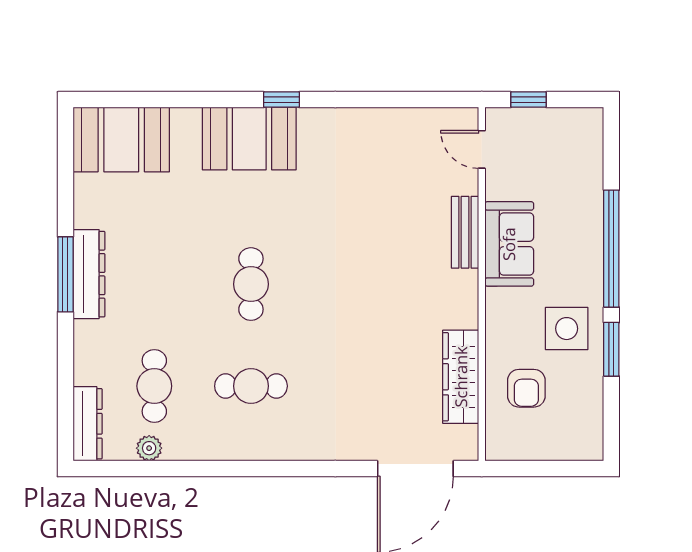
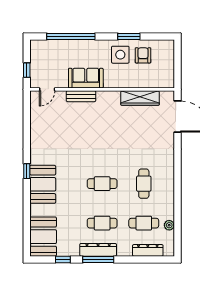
window: (65, 188) -> (63, 259), added
window: (611, 249) -> (71, 36), moved
cafe table: (154, 284) -> (102, 223), added
armchair: (526, 388) -> (143, 55), moved, turned -90
dresser: (88, 424) -> (148, 250), moved

